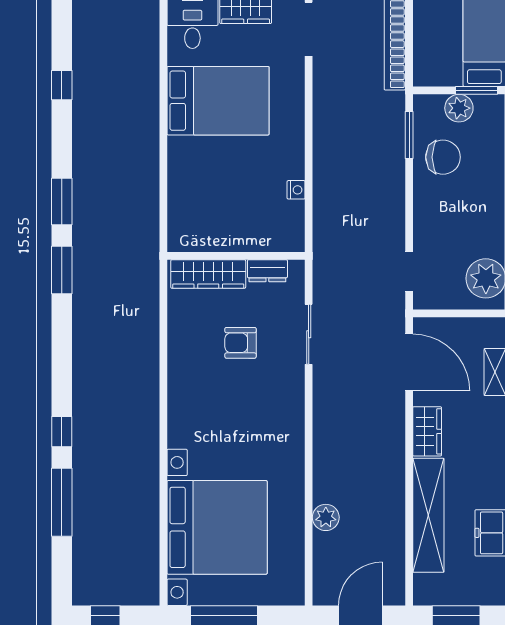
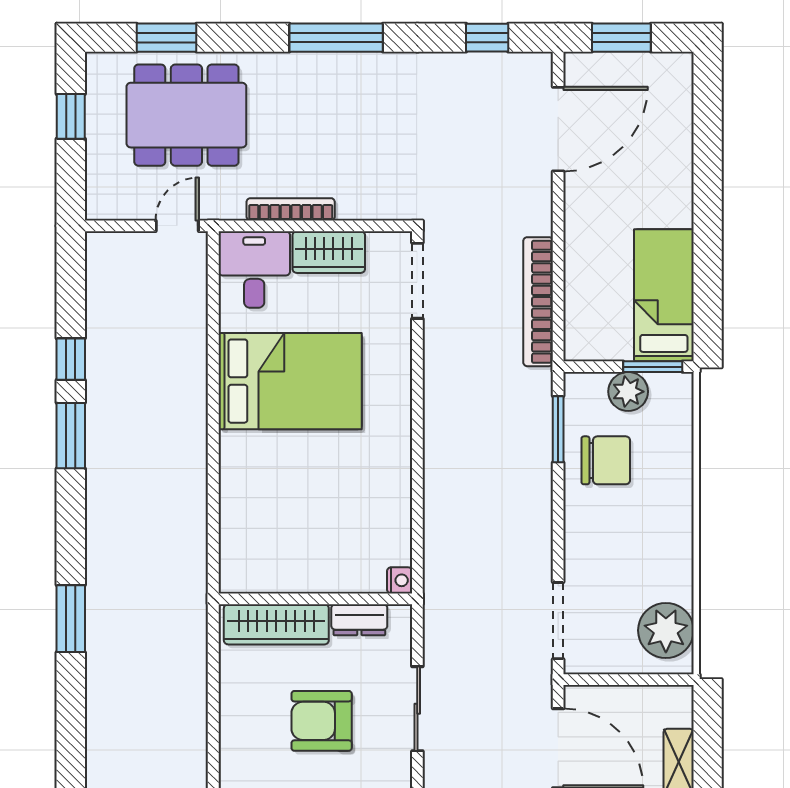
nightstand: (296, 190) -> (400, 580), moved
window: (62, 201) -> (71, 436), moved
doorway: (409, 271) -> (558, 621), width x1.38
armchair: (241, 343) -> (322, 721), width x1.38, depth x1.38

